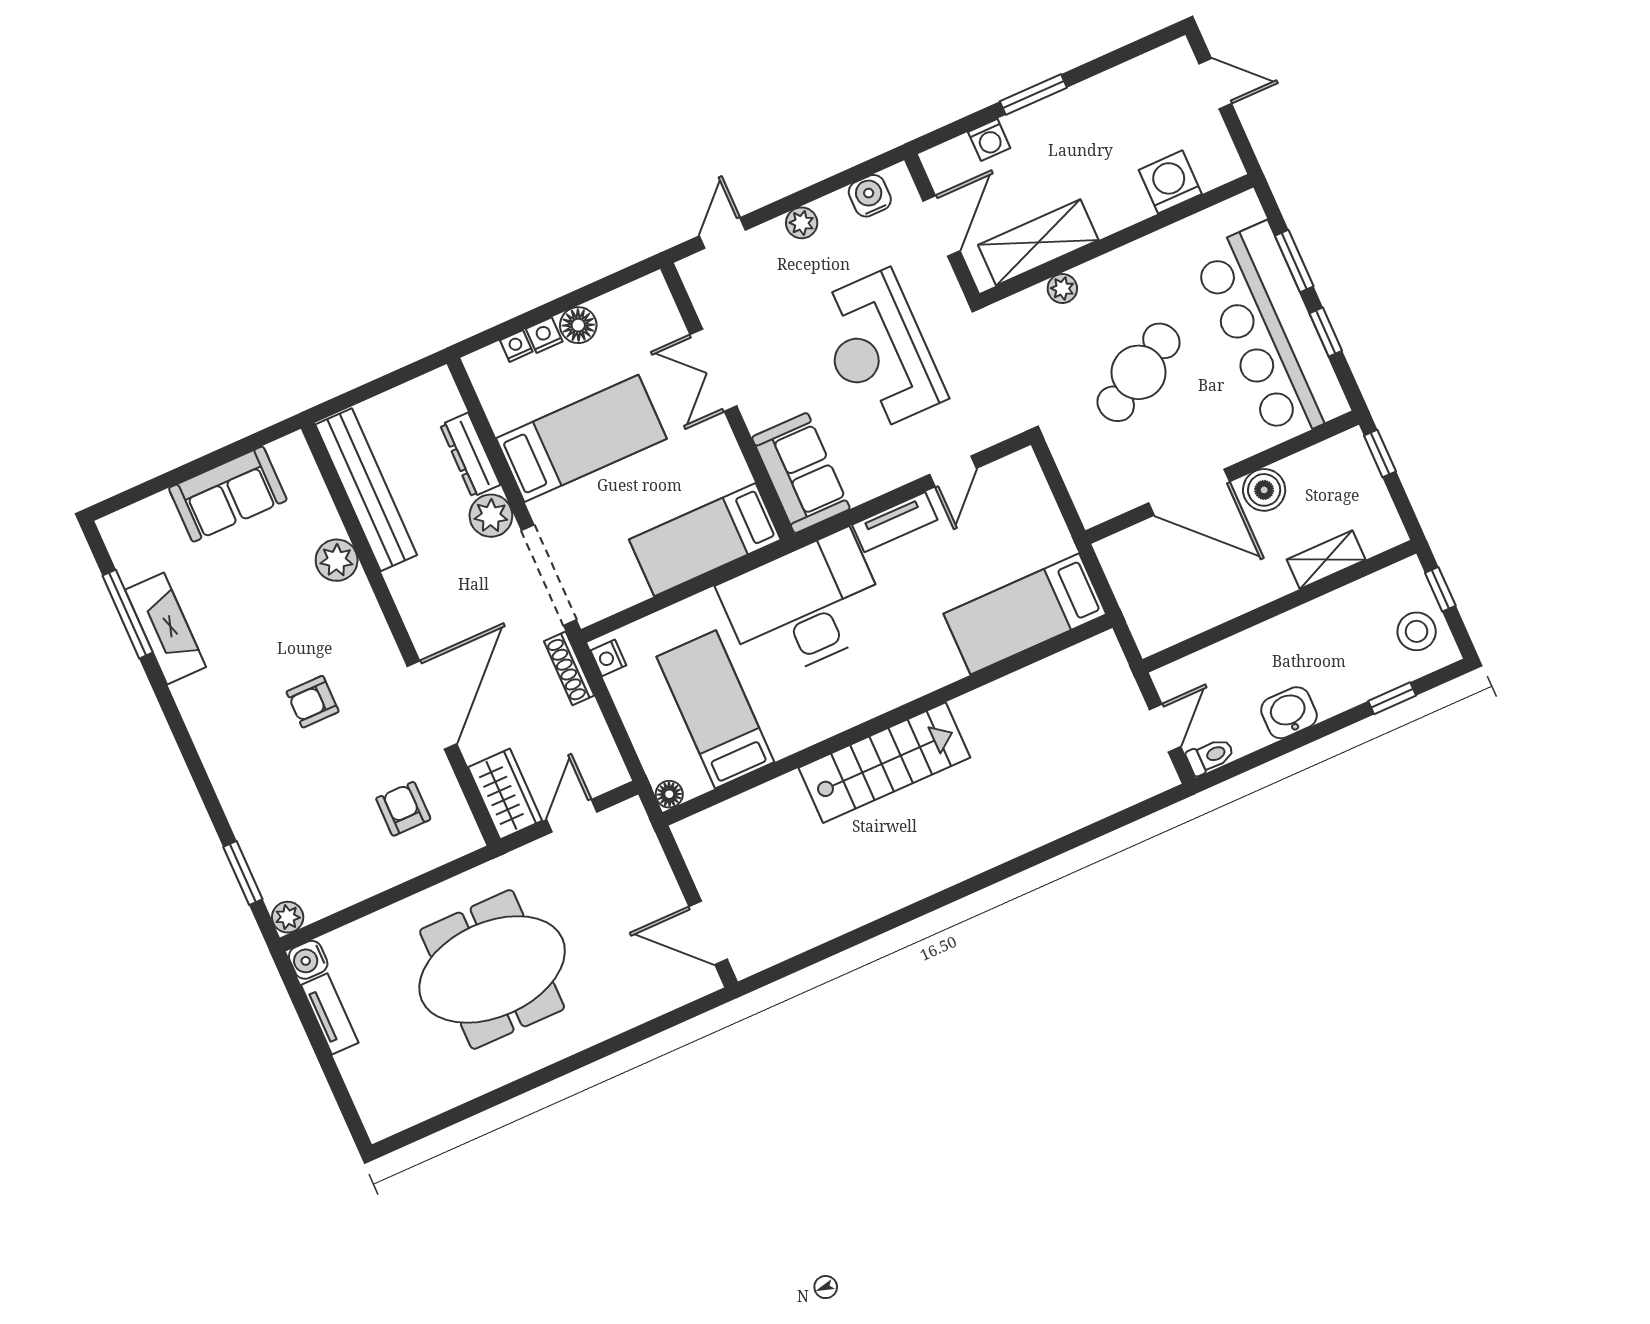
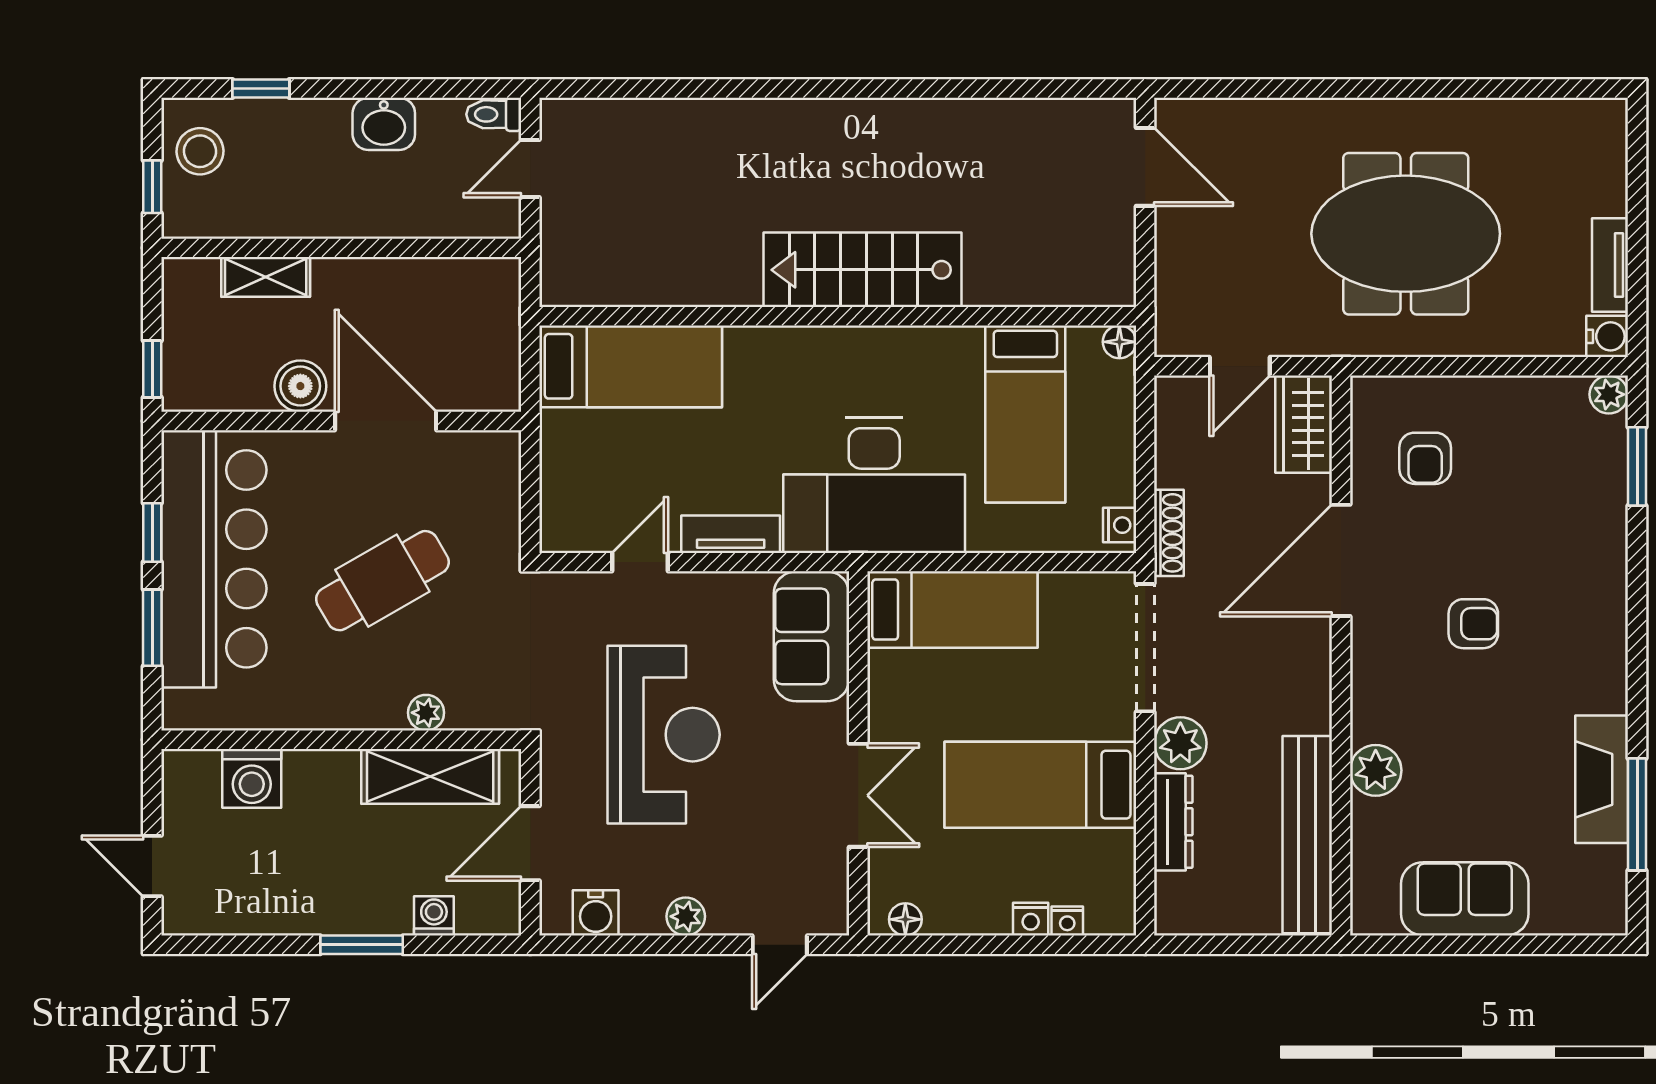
floor lamp: (578, 325) -> (905, 919), moved, width x0.73, depth x0.73

